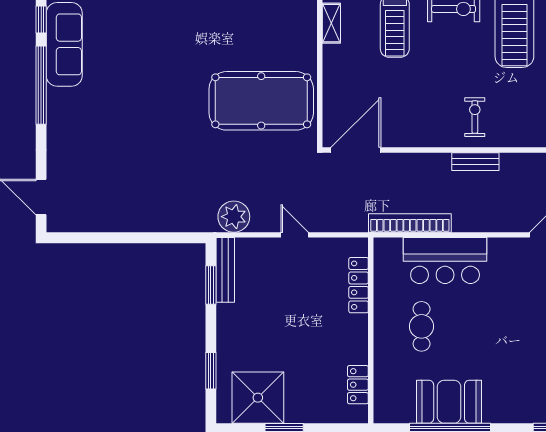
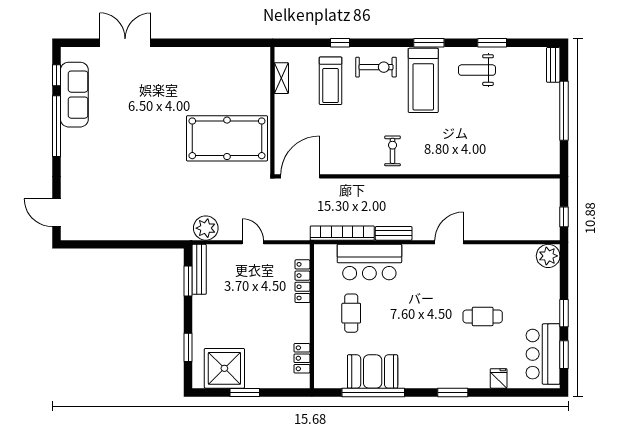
bench: (475, 162) -> (394, 233), moved

